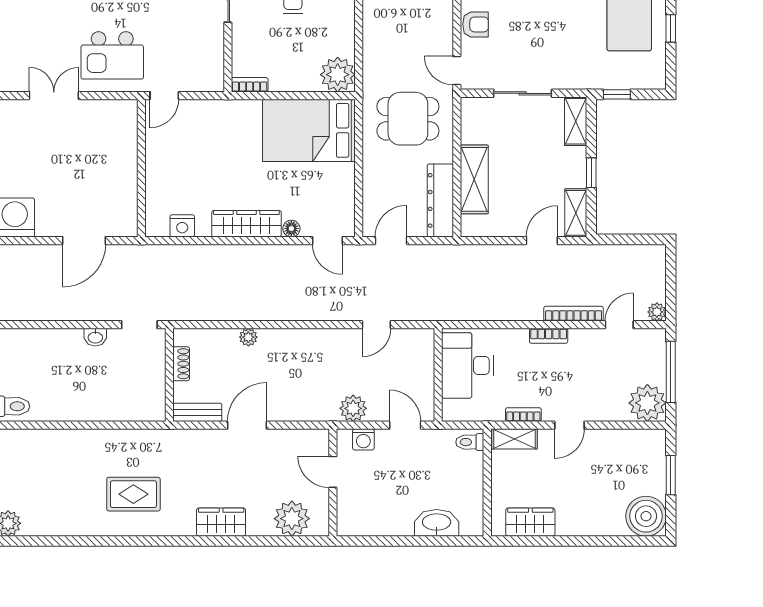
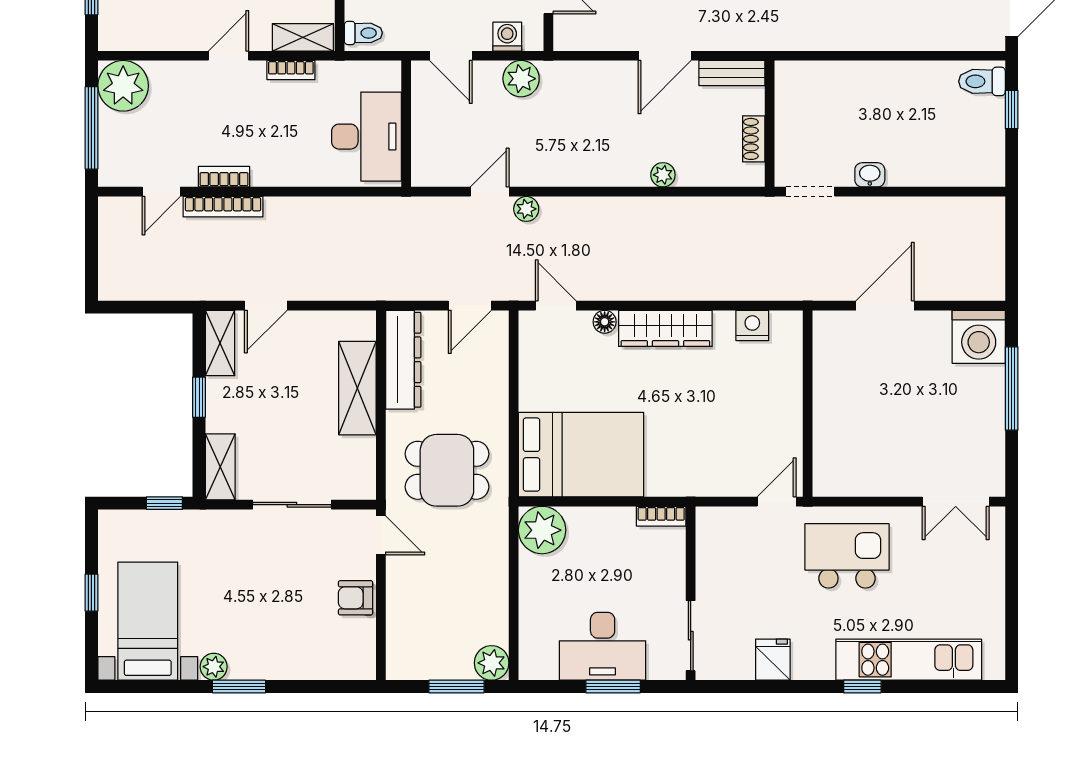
double door: (54, 96) -> (956, 502), moved
plant: (657, 312) -> (526, 209), moved
bookcase: (549, 336) -> (224, 177), moved

